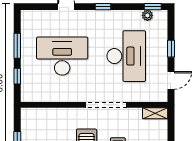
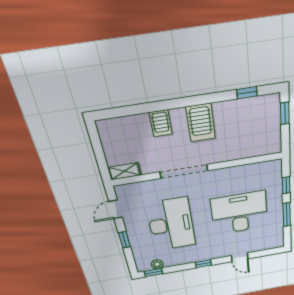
desk: (62, 56) -> (239, 213), turned 180
desk: (126, 56) -> (171, 225), turned 180

